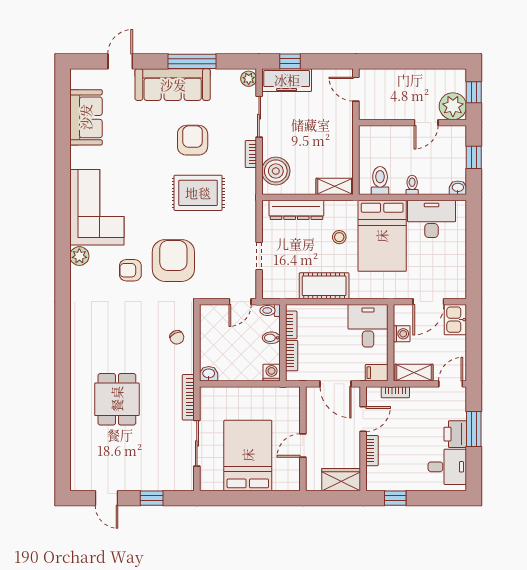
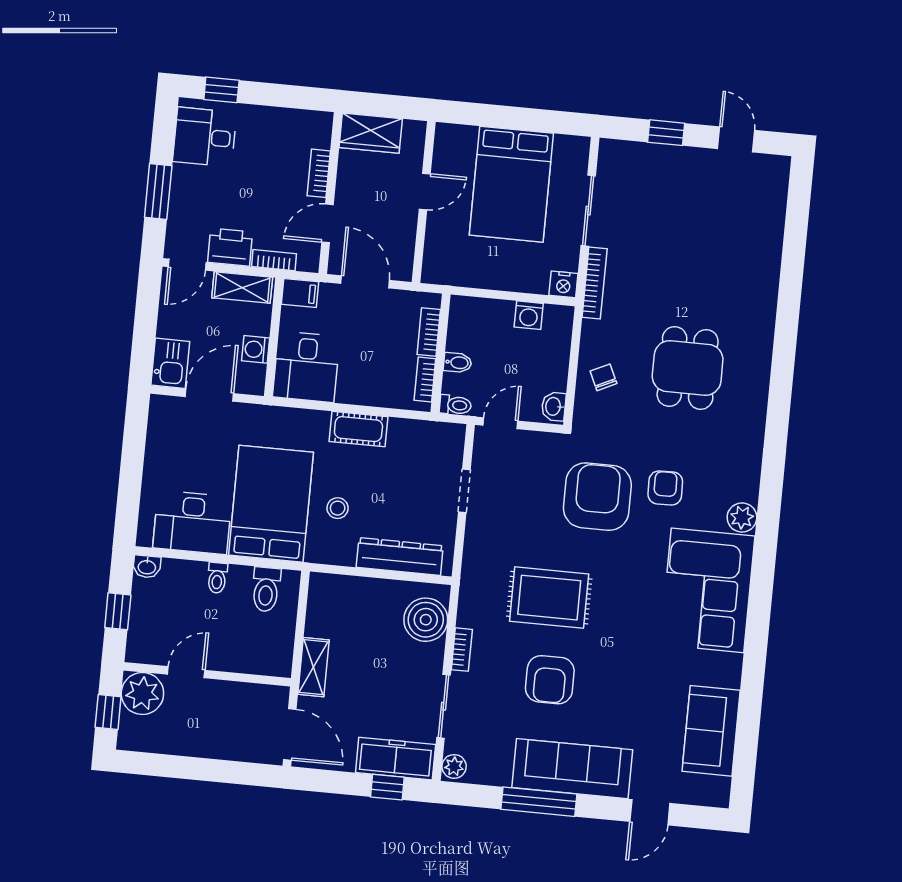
door: (356, 89) -> (290, 734), width x1.38
shelving: (335, 186) -> (313, 667), moved, turned 90
armchair: (173, 261) -> (597, 497), turned 180
armchair: (130, 270) -> (665, 488), turned -91
cot: (324, 286) -> (358, 429), width x0.73, depth x0.75
washing machine: (272, 373) -> (529, 315), moved
washbasin: (209, 374) -> (554, 406), moved, turned 90
nightstand: (208, 395) -> (563, 284), added
dining table: (117, 399) -> (688, 368), moved
printer: (455, 434) -> (230, 247), moved, turned -90
window: (395, 498) -> (221, 90), moved

